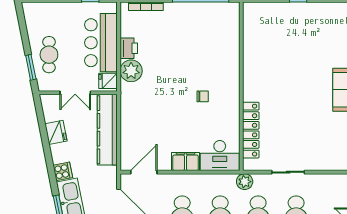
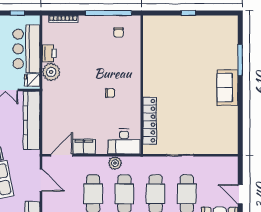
chair: (213, 23) -> (119, 32), added
filing cabinet: (186, 161) -> (84, 146), moved
plant: (245, 182) -> (115, 163), moved

